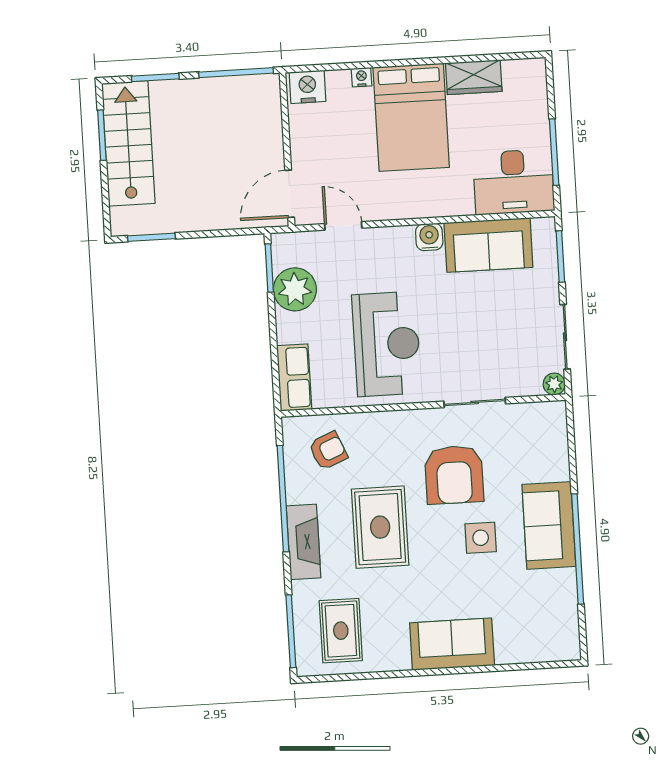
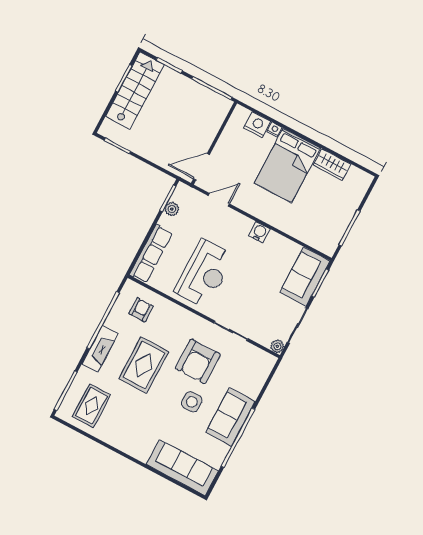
nightstand: (307, 87) -> (257, 125), moved
desk: (514, 182) -> (320, 230), removed
door: (343, 226) -> (219, 200), hinge flipped
sofa: (488, 245) -> (305, 277), moved, turned 90
plant: (295, 289) -> (172, 209), width x0.53, depth x0.53
row of seats: (294, 378) -> (151, 254), width x1.48
armchair: (328, 451) -> (141, 310), turned -67
sofa: (452, 644) -> (182, 468), moved, width x1.36

